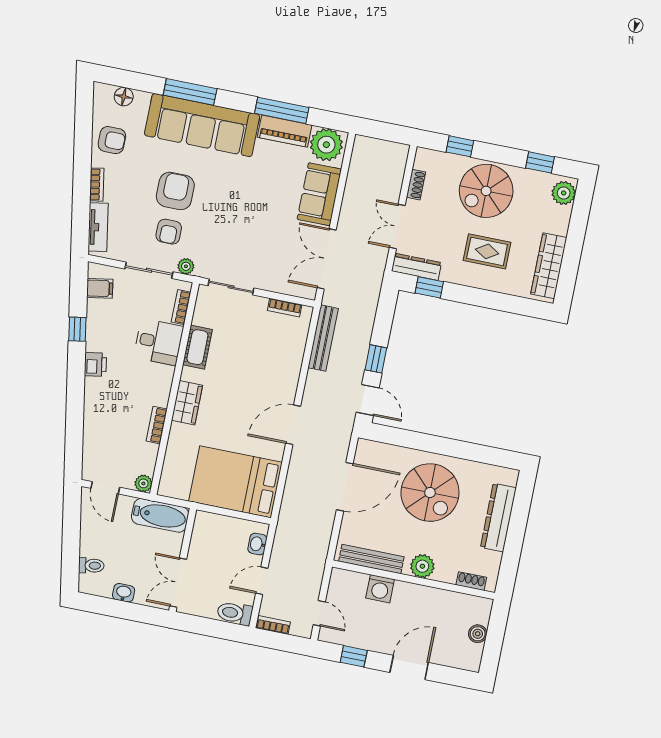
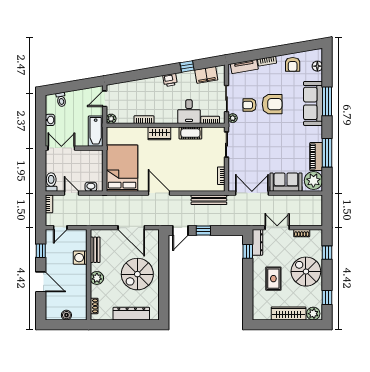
sofa: (202, 125) -> (313, 103), width x0.74, depth x0.79
wardrobe: (549, 266) -> (289, 313), moved
filing cabinet: (100, 288) -> (206, 75), width x2.00
bench: (371, 559) -> (95, 250), width x0.73

